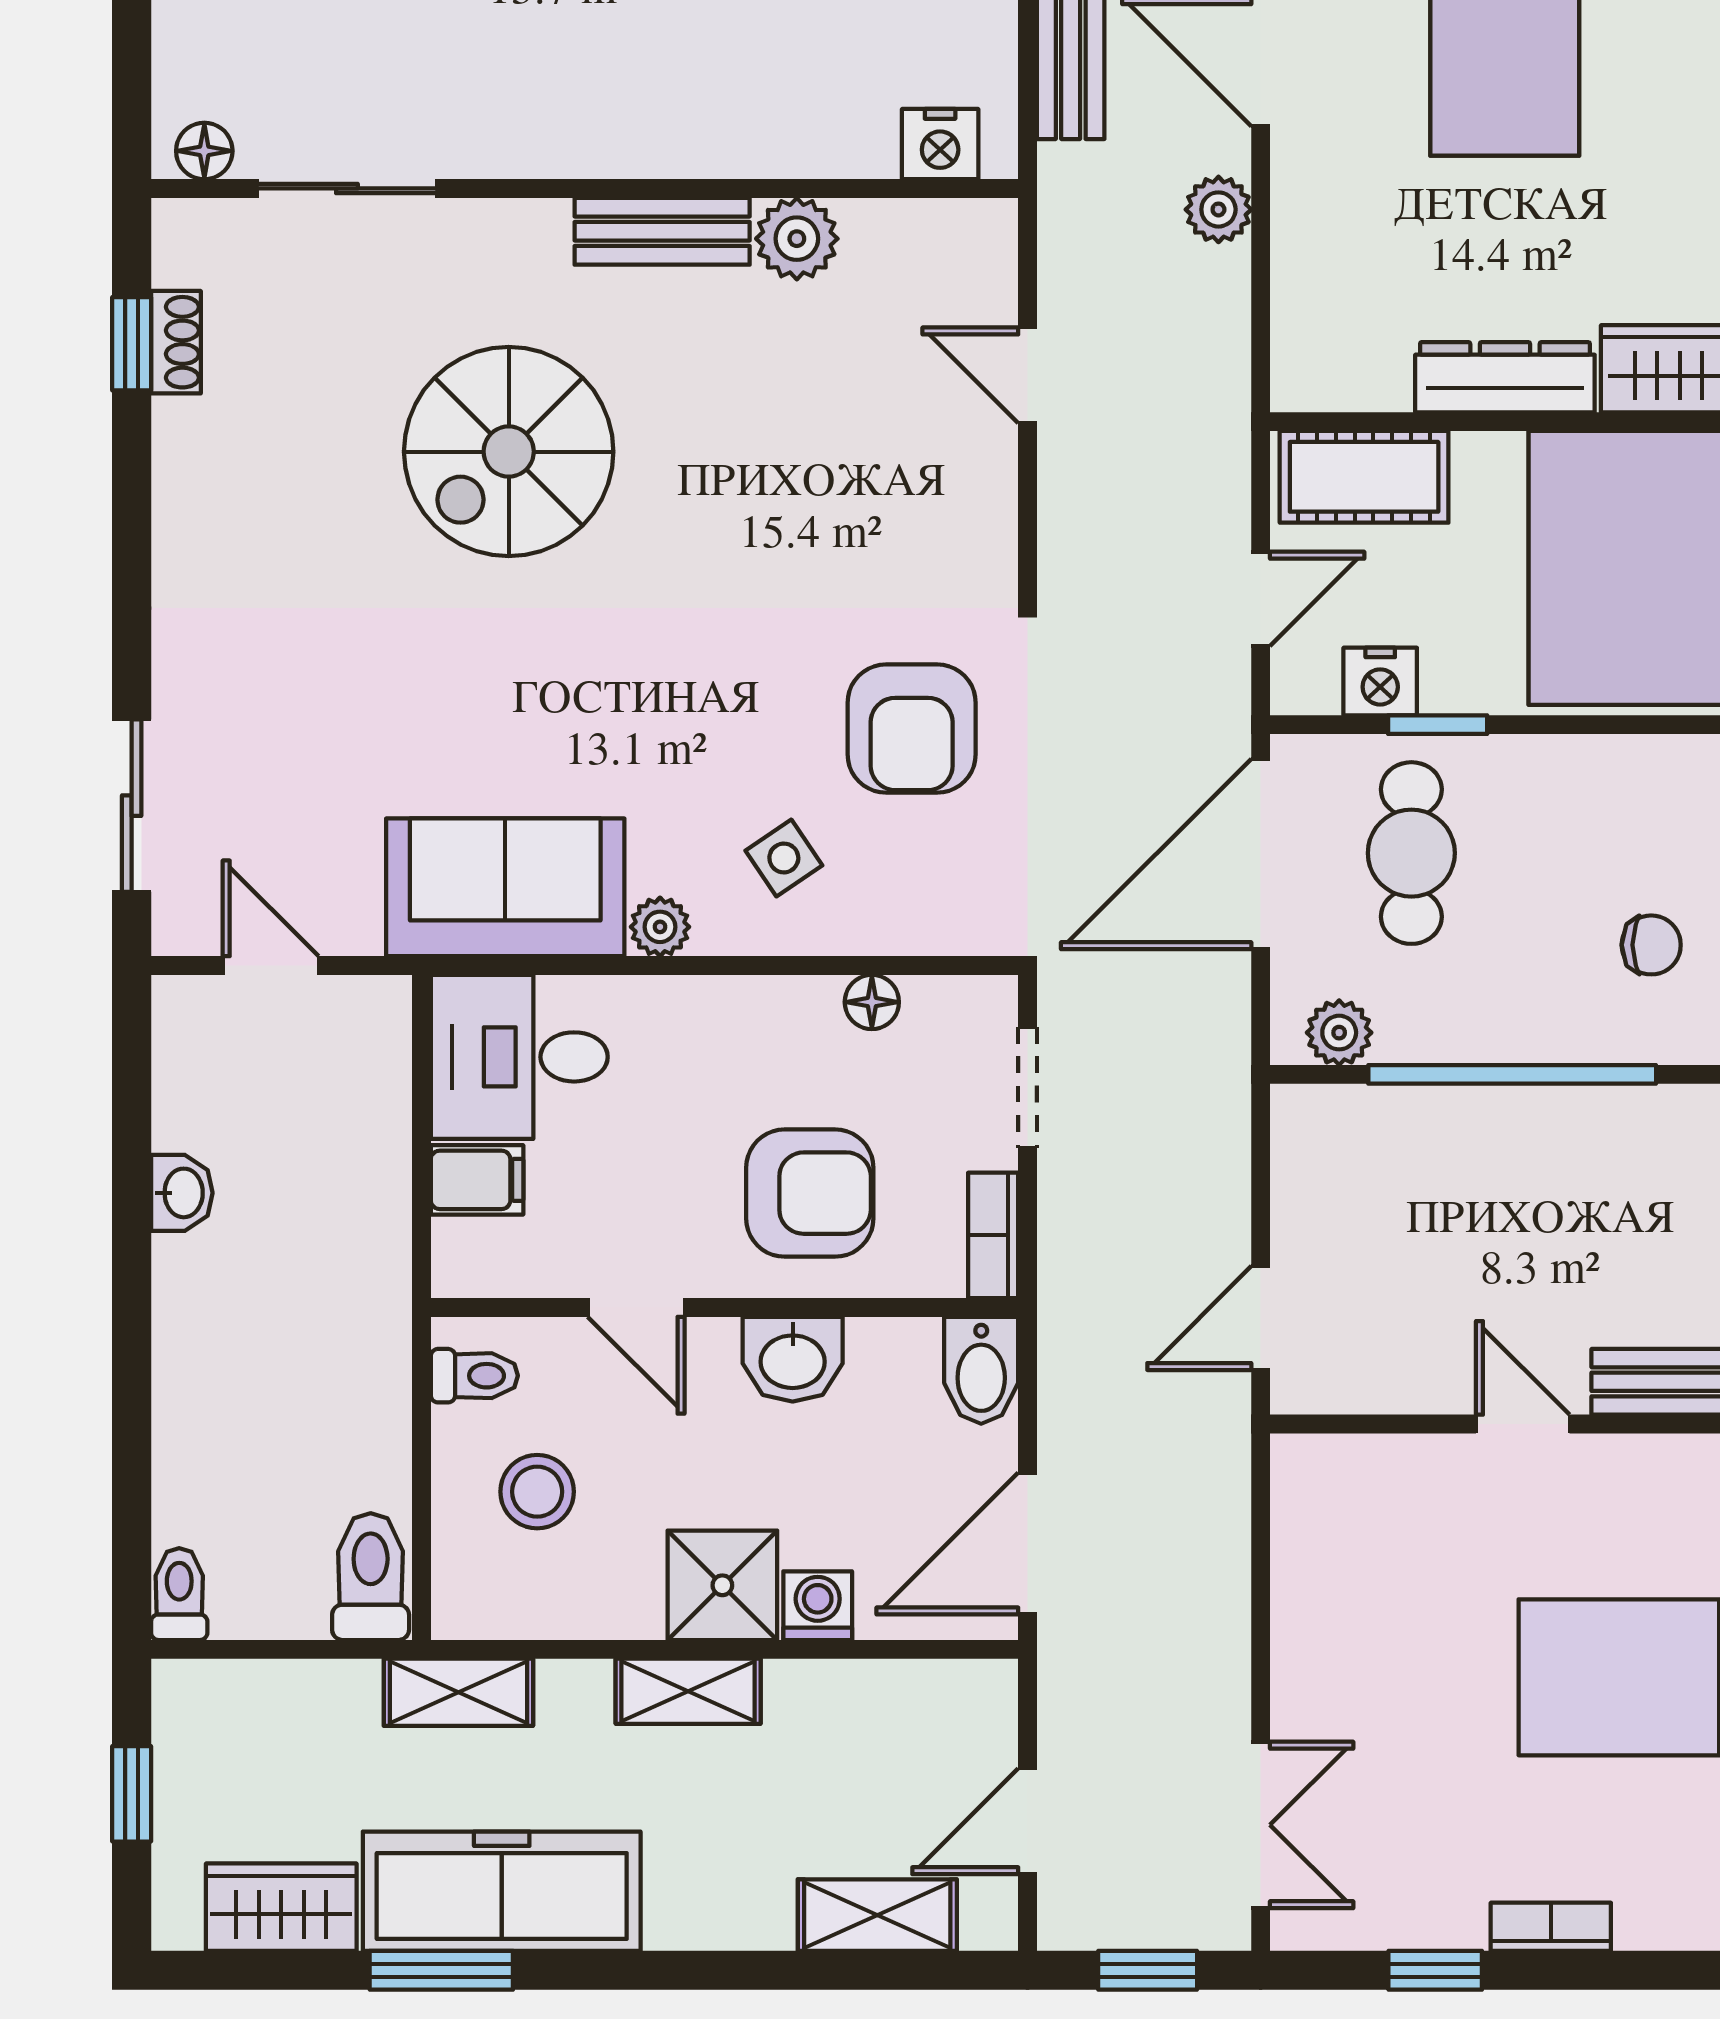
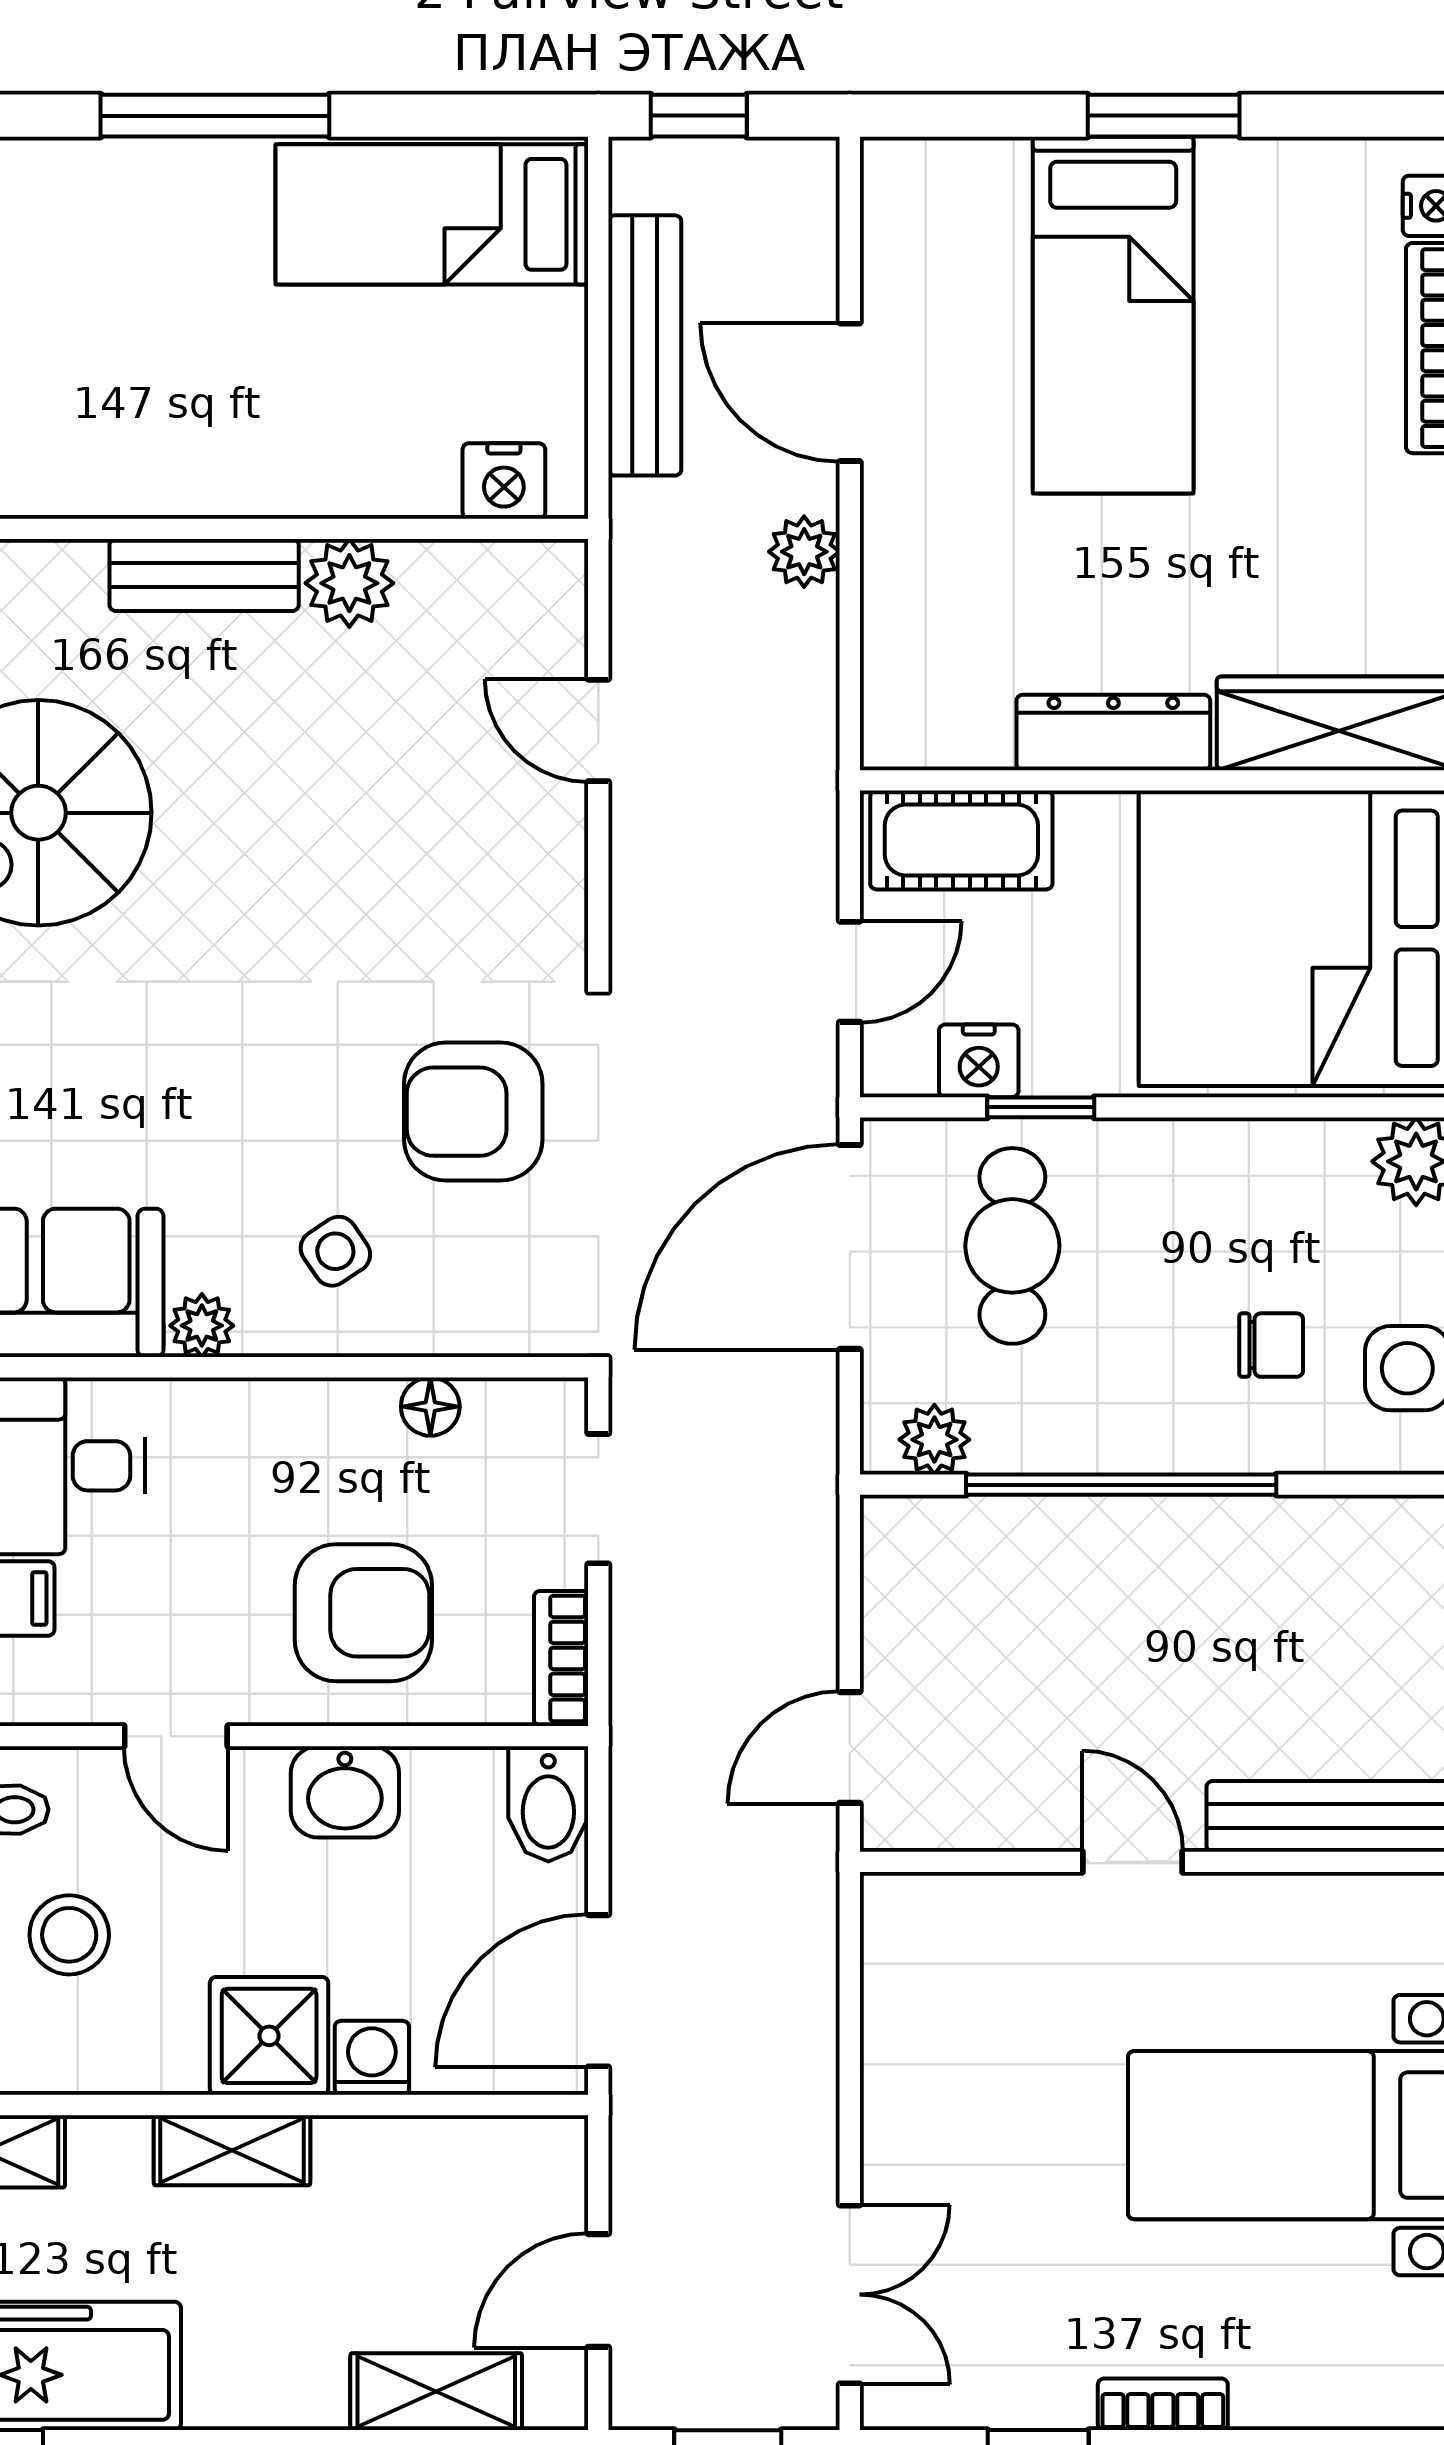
armchair: (912, 729) -> (473, 1112), turned 90

